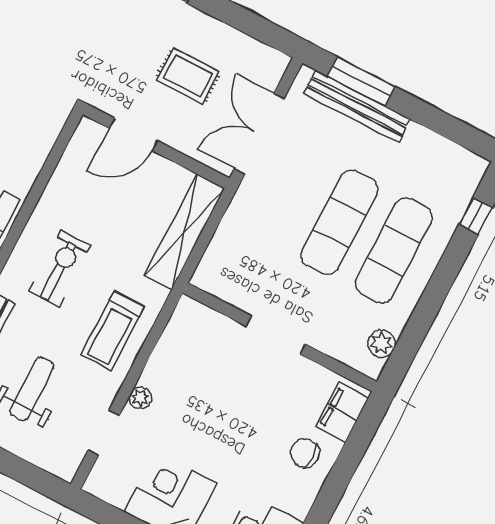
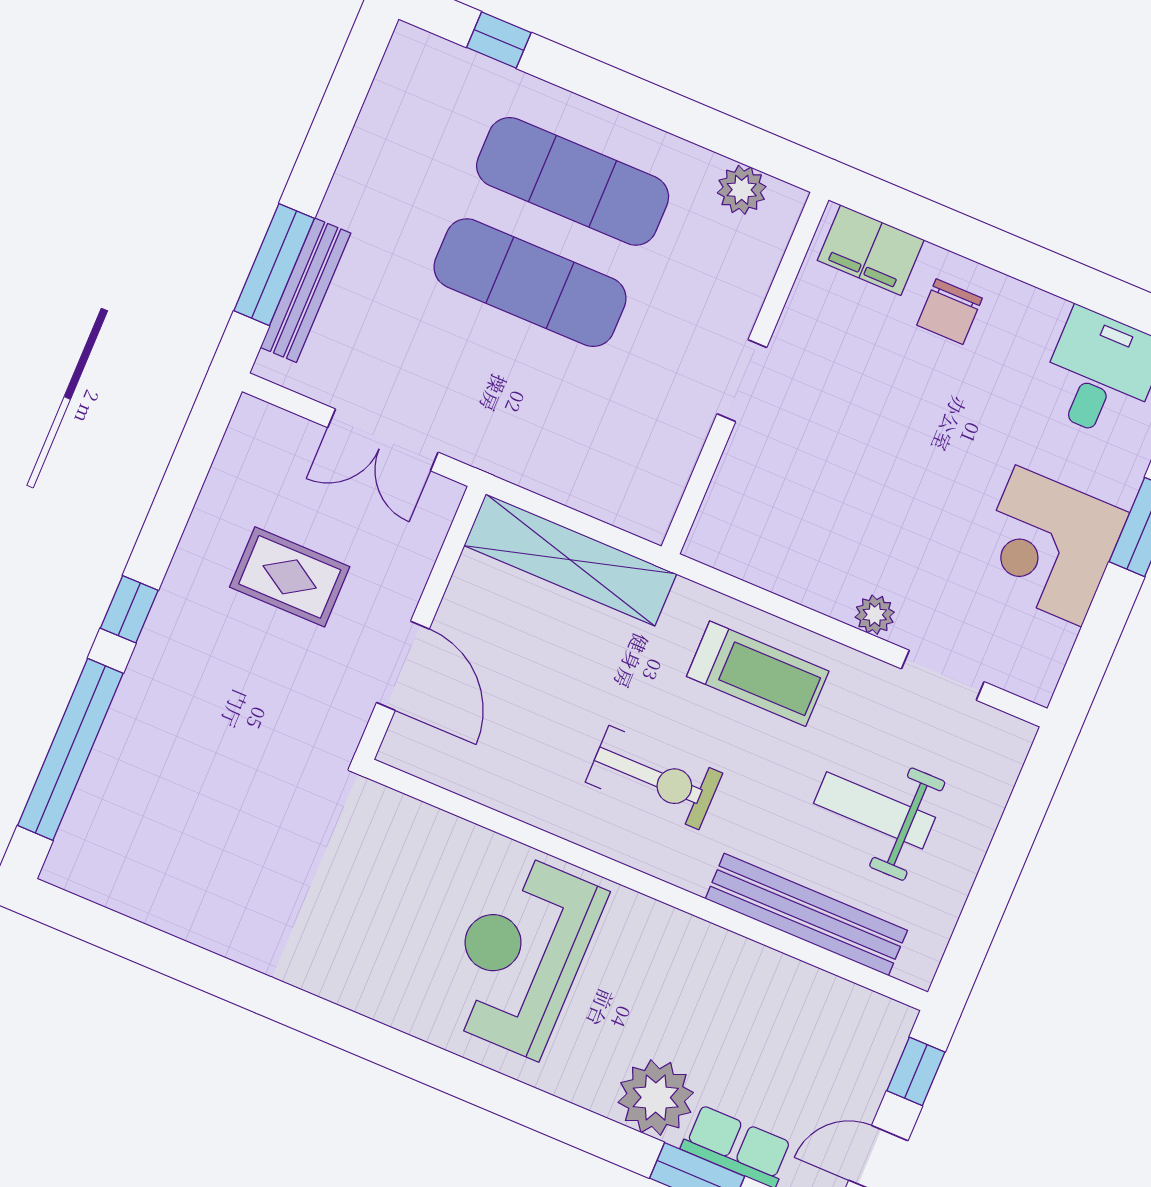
rug: (188, 76) -> (290, 577), turned 90
bench: (357, 106) -> (306, 290), width x0.73, depth x0.82
double door: (259, 134) -> (383, 440), width x0.73
exercise bike: (60, 268) -> (654, 778), turned 180
doorway: (276, 335) -> (742, 381), width x0.73

